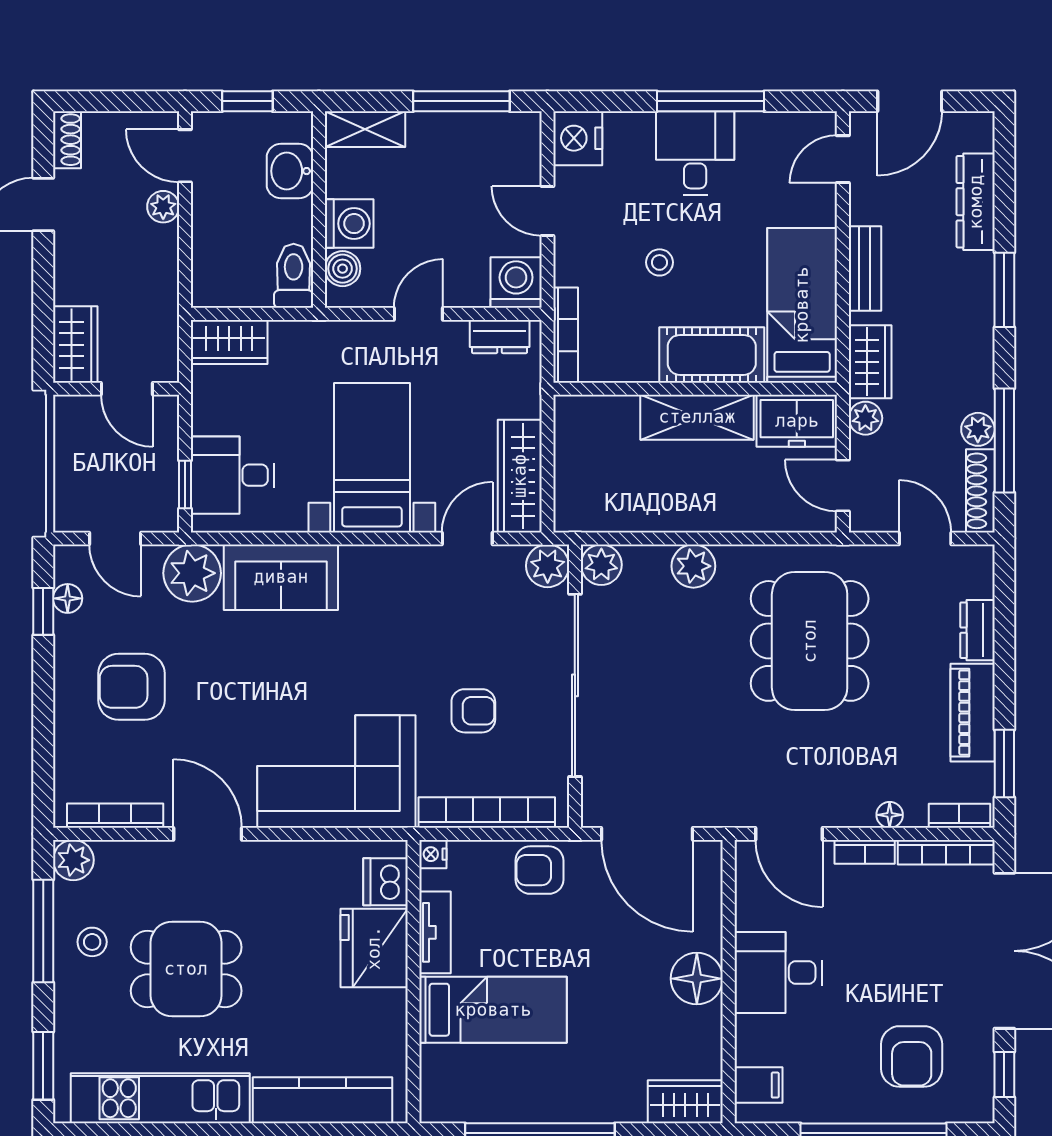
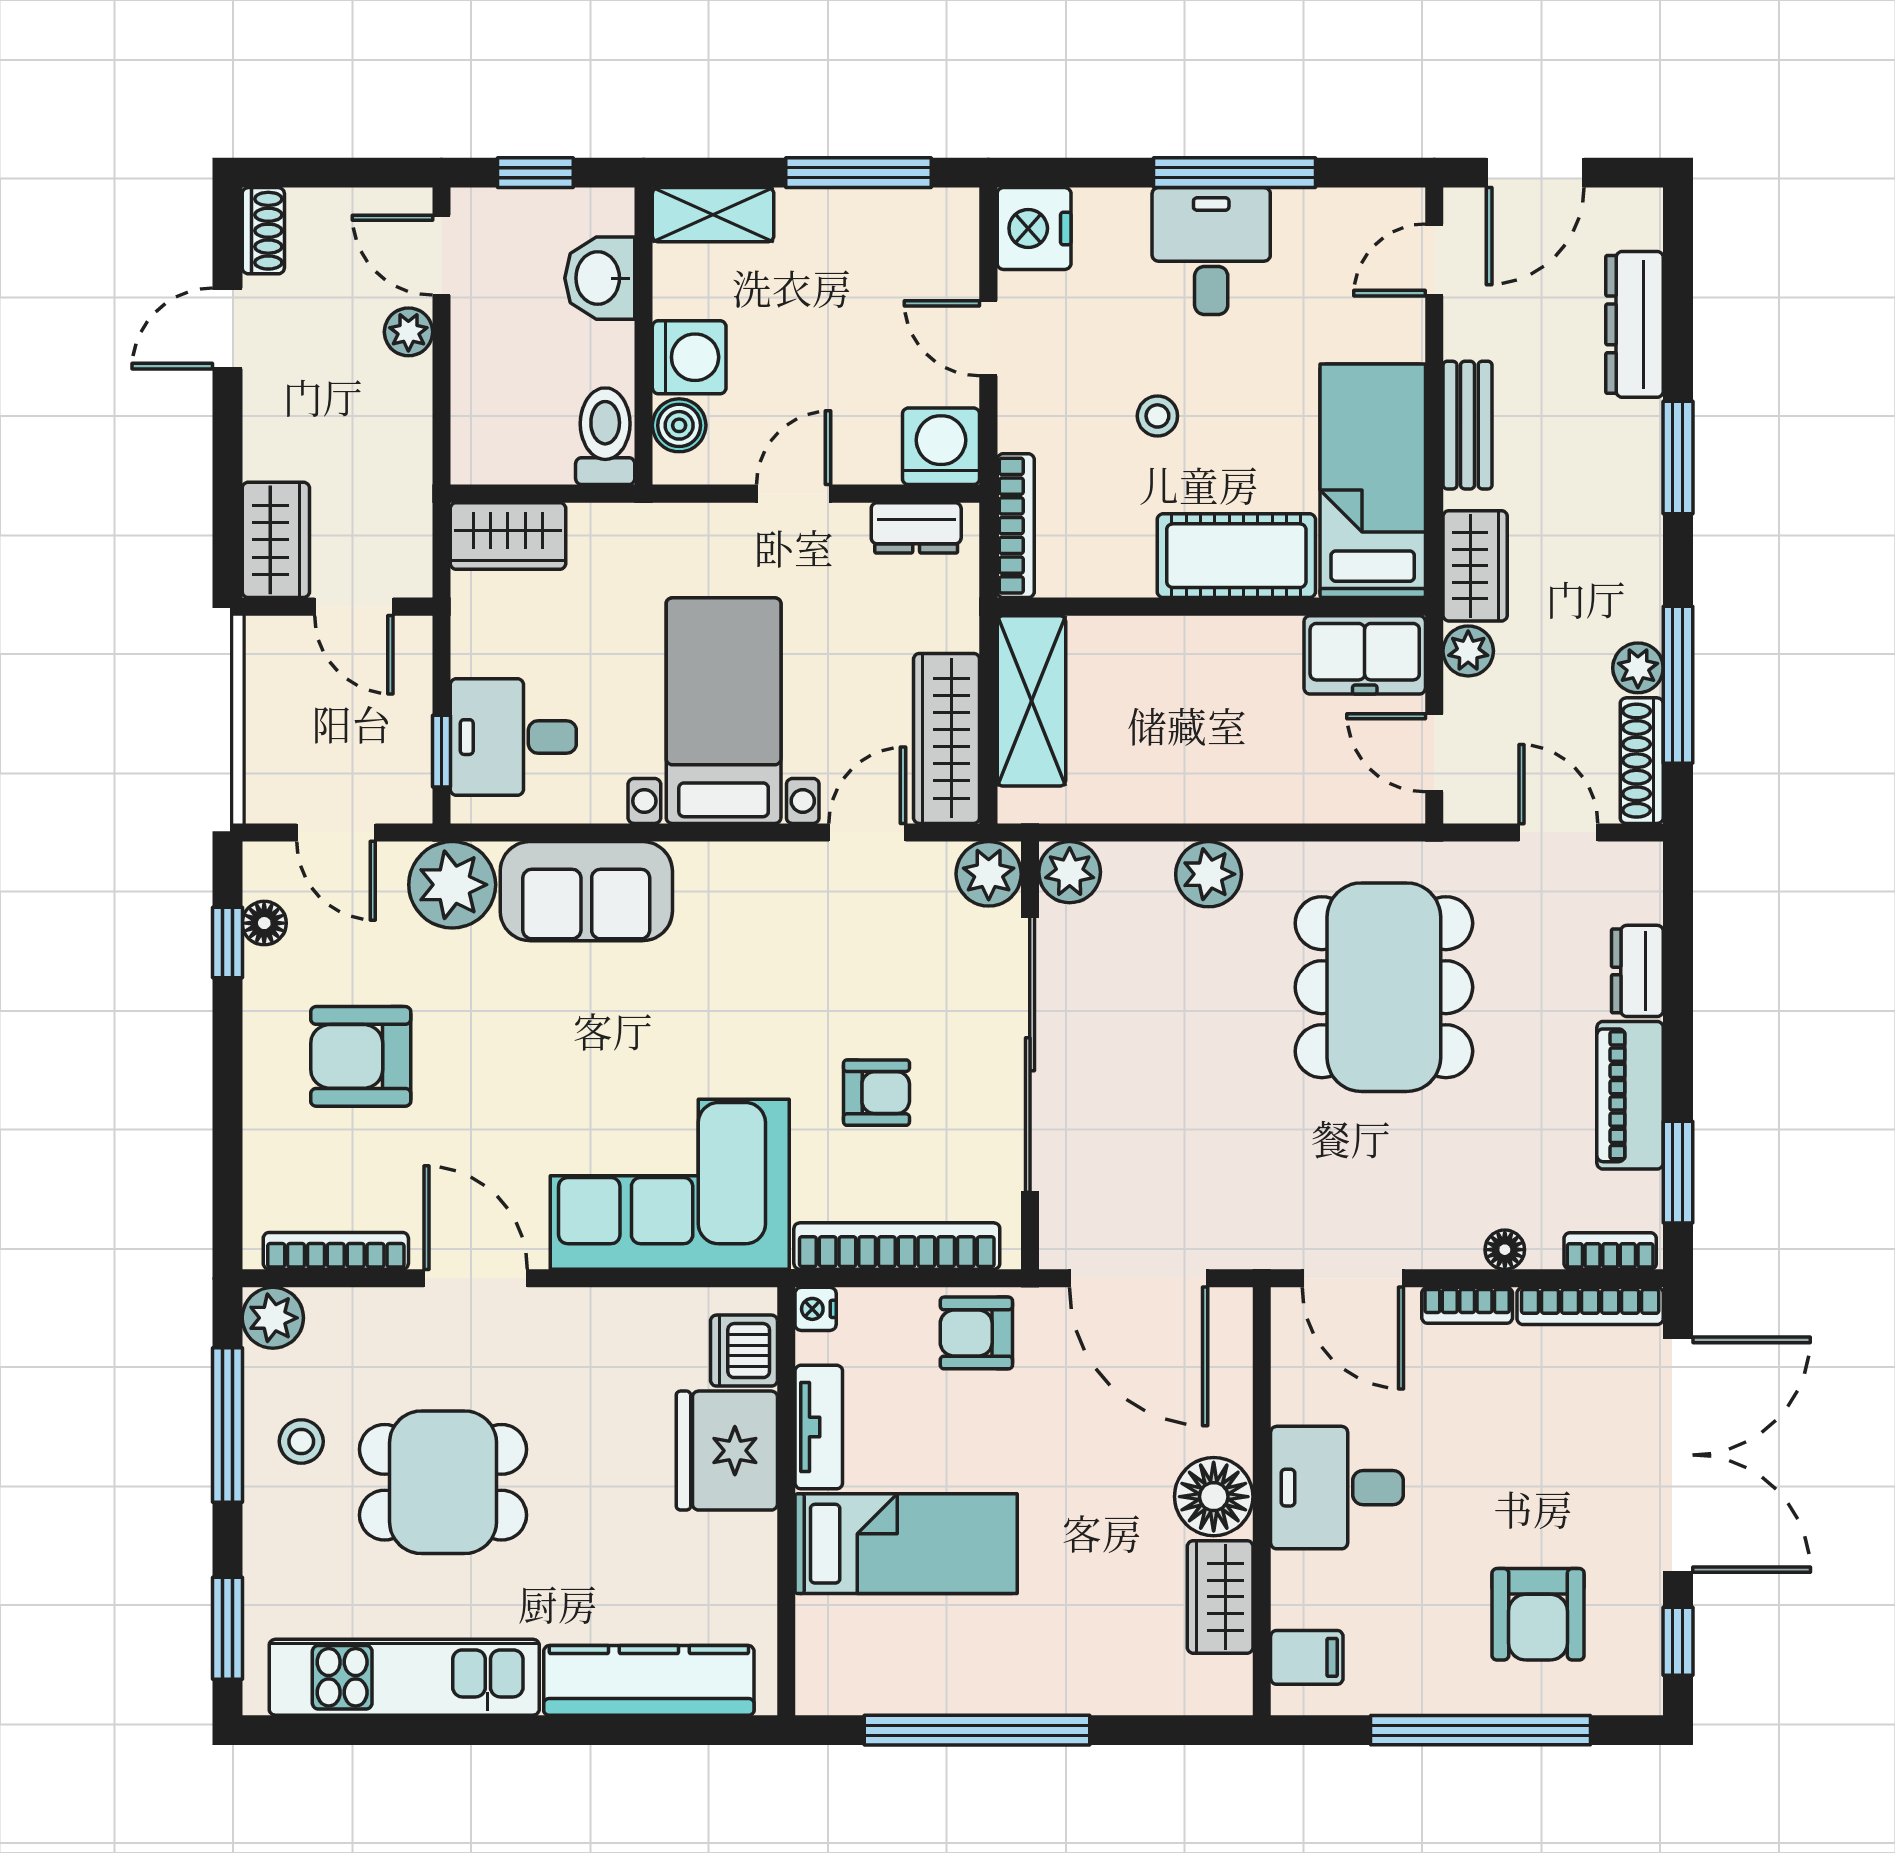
shelving: (697, 417) -> (1031, 701), moved, turned 90
wardrobe: (685, 1102) -> (1220, 1597), moved, turned -90

